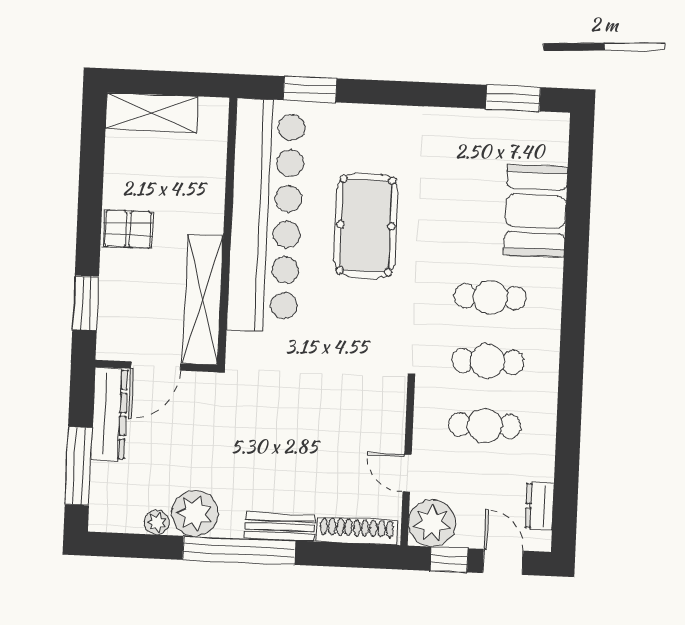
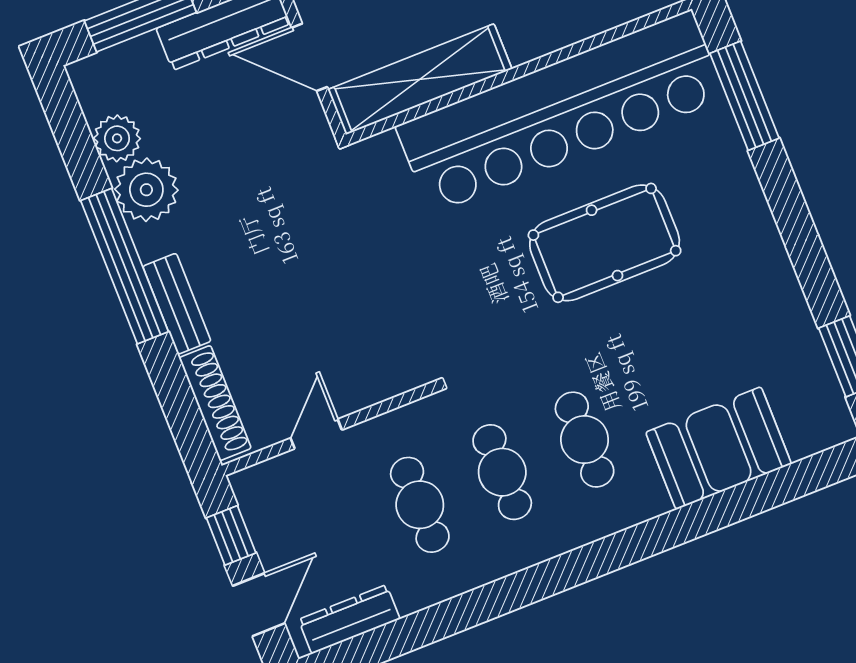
window: (310, 89) -> (744, 96), width x1.44
dresser: (540, 506) -> (349, 619), width x1.44
plant: (157, 522) -> (117, 138), width x1.38, depth x1.38
plant: (432, 523) -> (267, 493), removed

